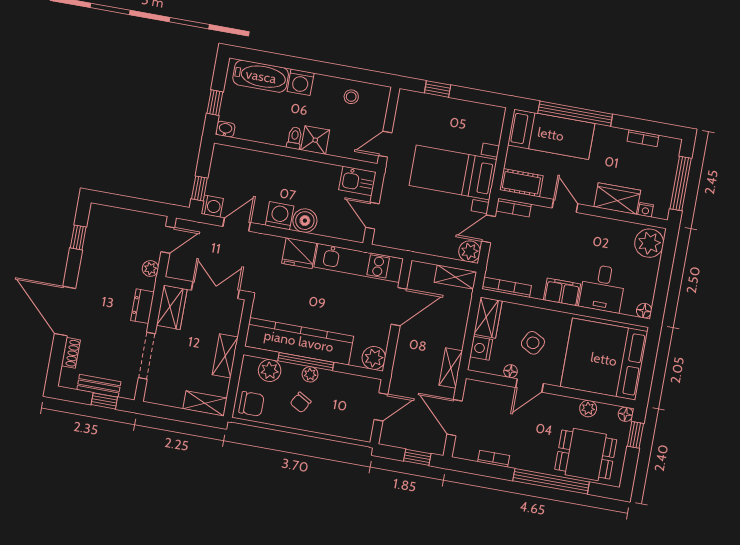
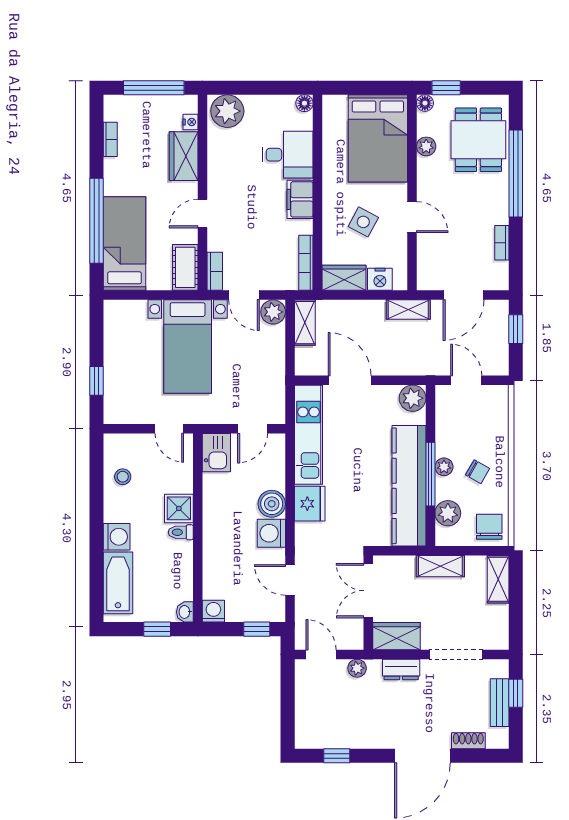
washing machine: (212, 206) -> (213, 611), moved
bed: (604, 359) -> (378, 138), width x0.73
floor lamp: (511, 371) -> (400, 241), removed

